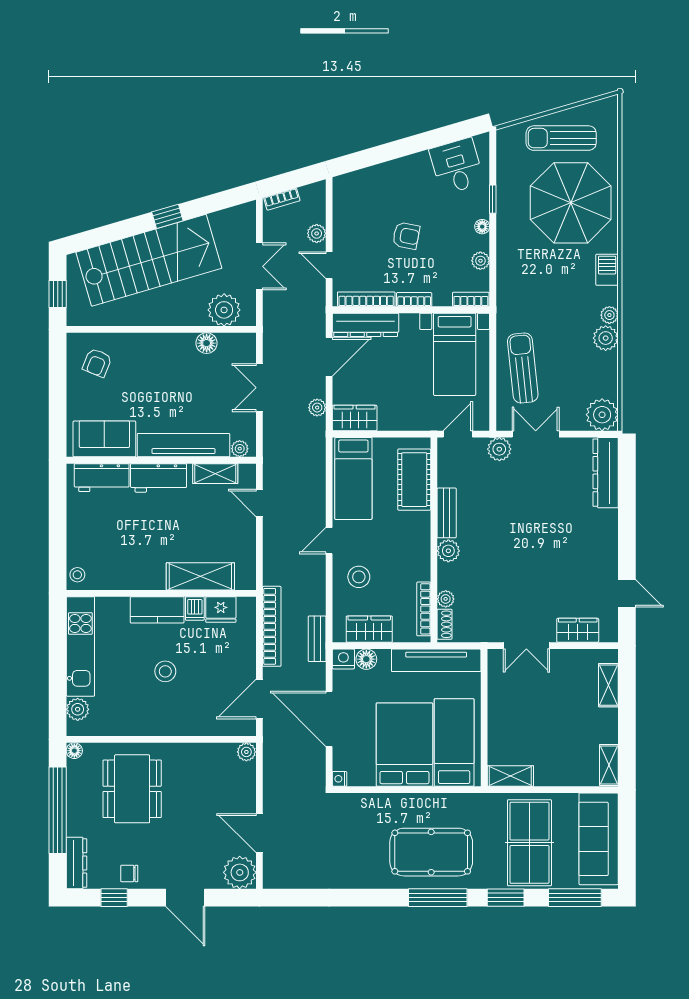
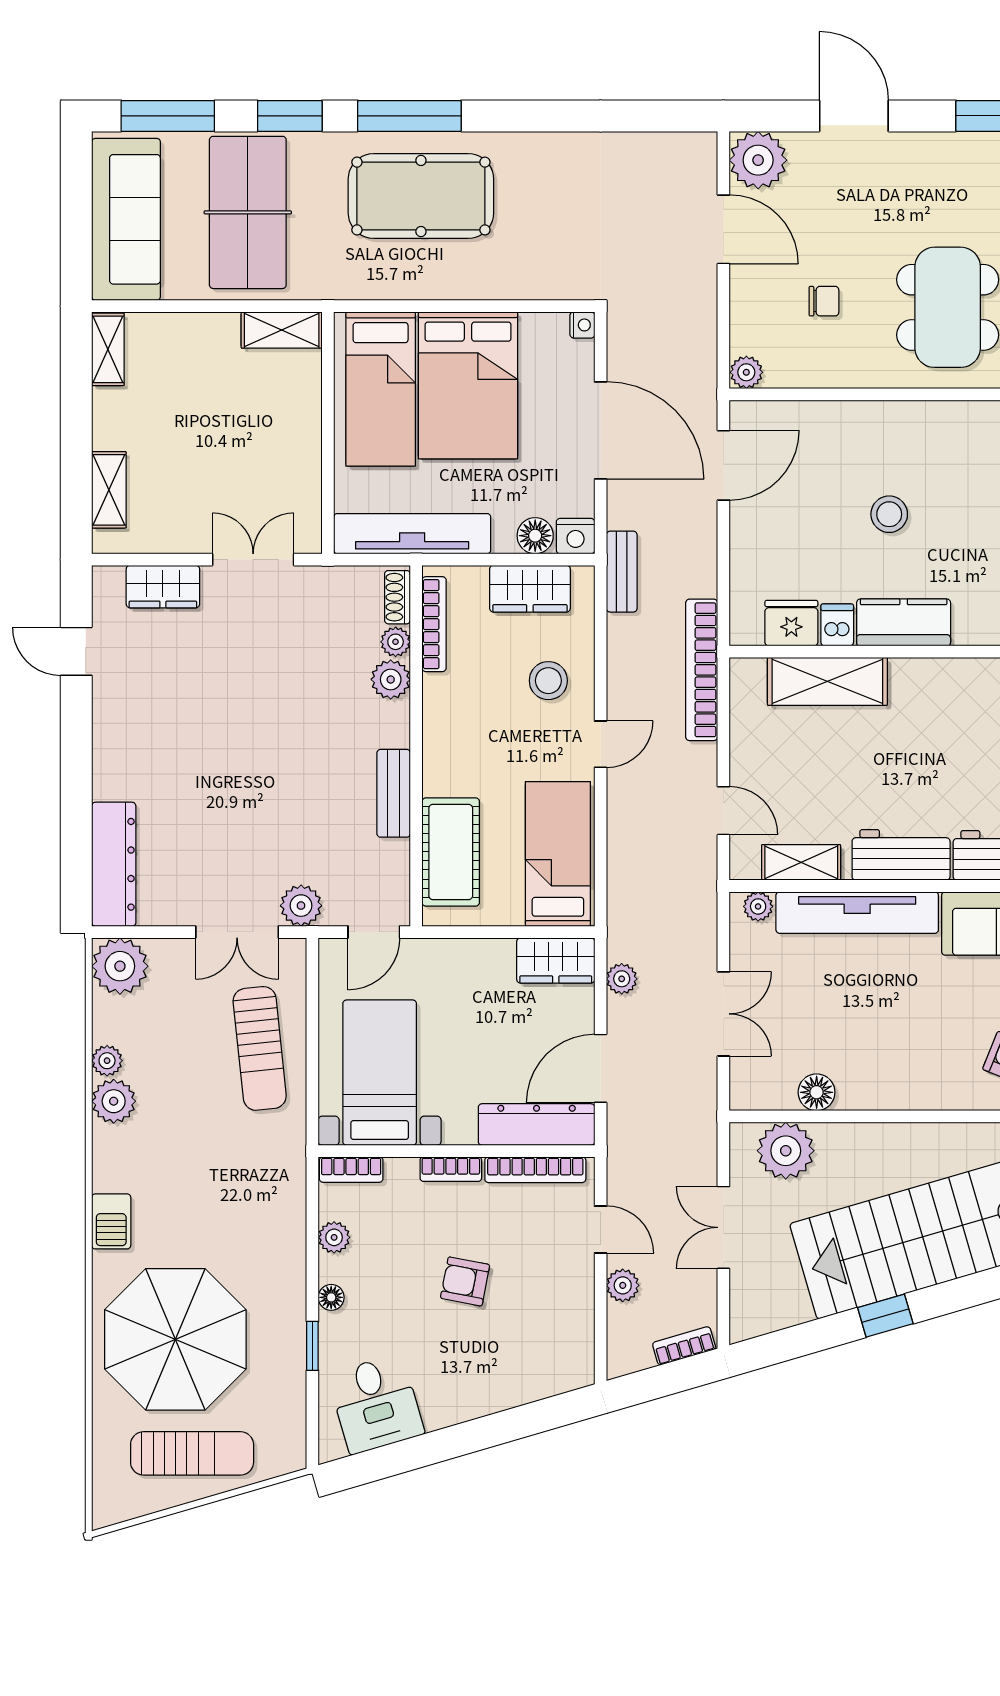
plant: (609, 315) -> (107, 1061), moved
plant: (448, 551) -> (391, 679), moved
bookcase: (272, 626) -> (702, 670), moved
chair: (129, 873) -> (824, 301), moved

